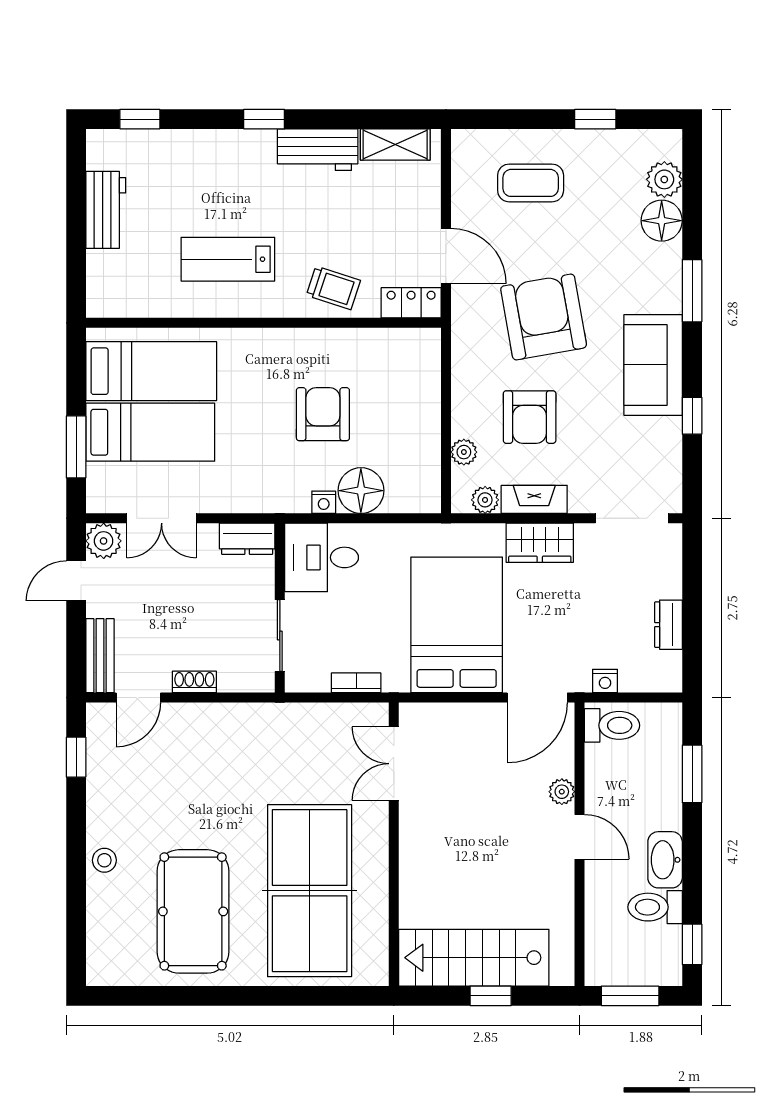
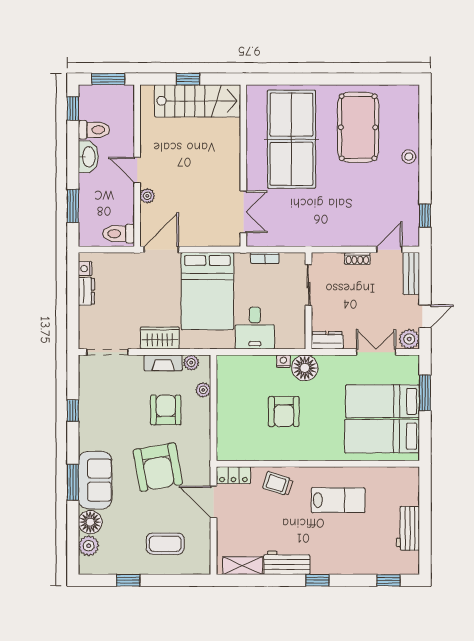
sofa: (653, 365) -> (95, 480), moved
floor lamp: (361, 491) -> (305, 368), moved
desk: (322, 557) -> (255, 328), moved, turned 90
nightstand: (605, 681) -> (85, 269), moved, turned -90

